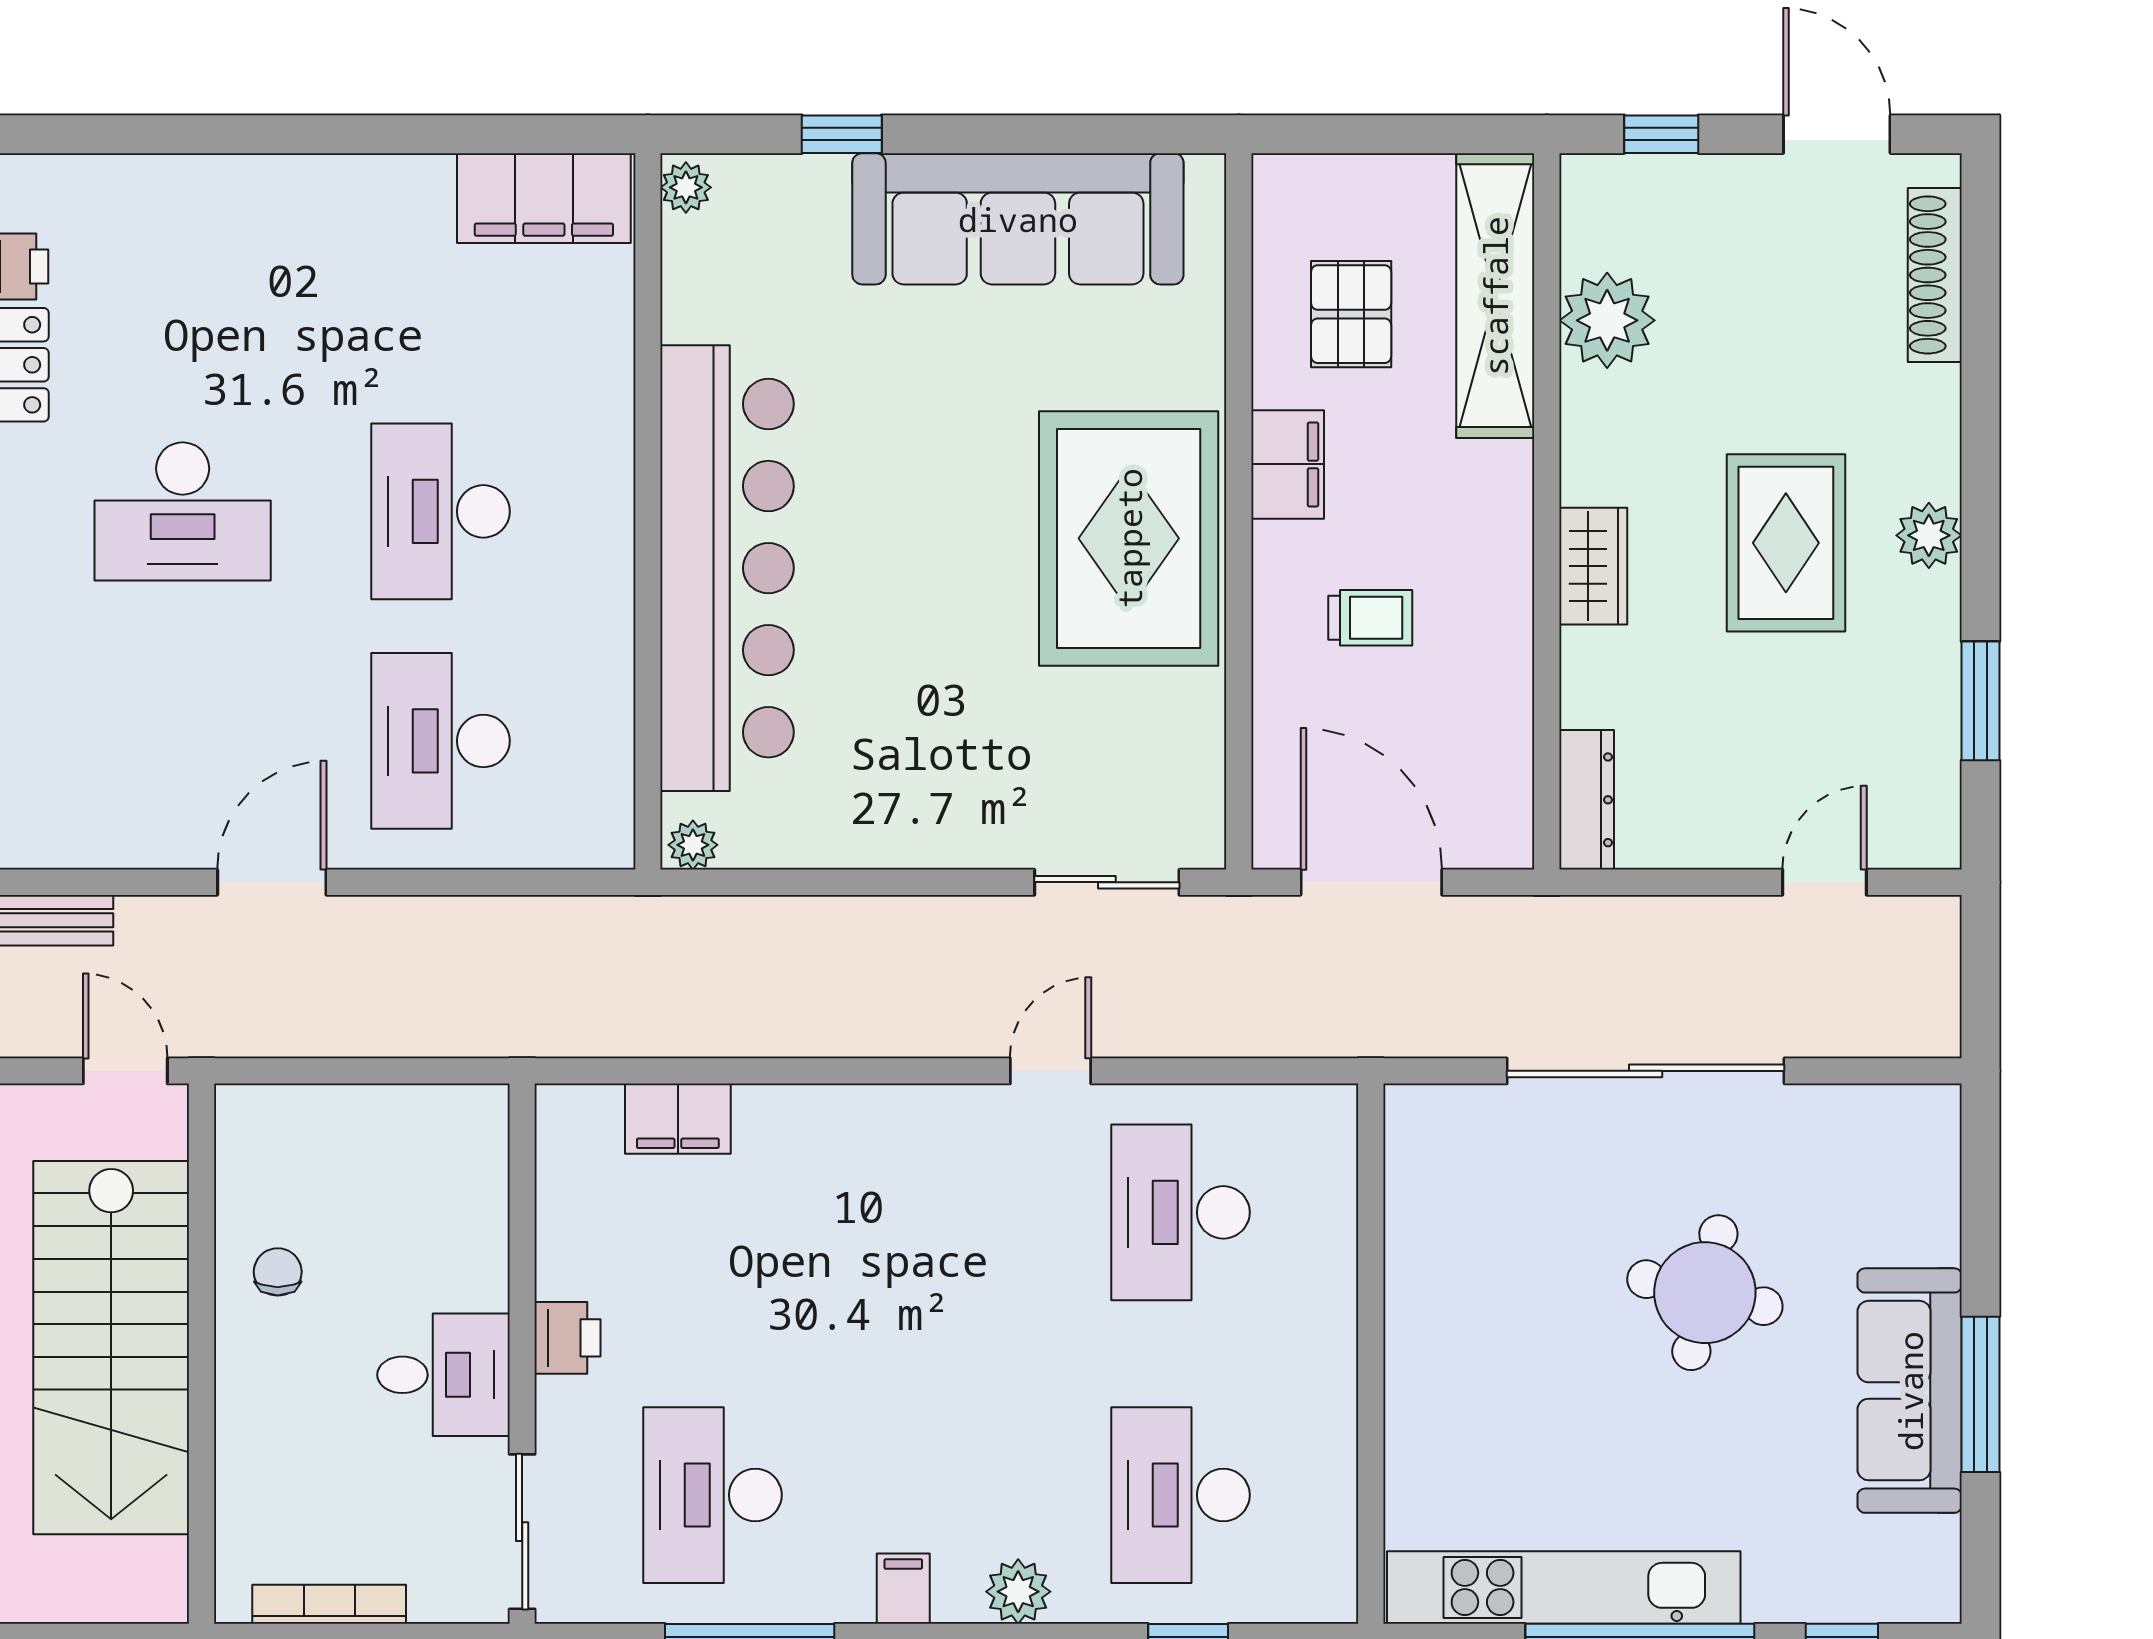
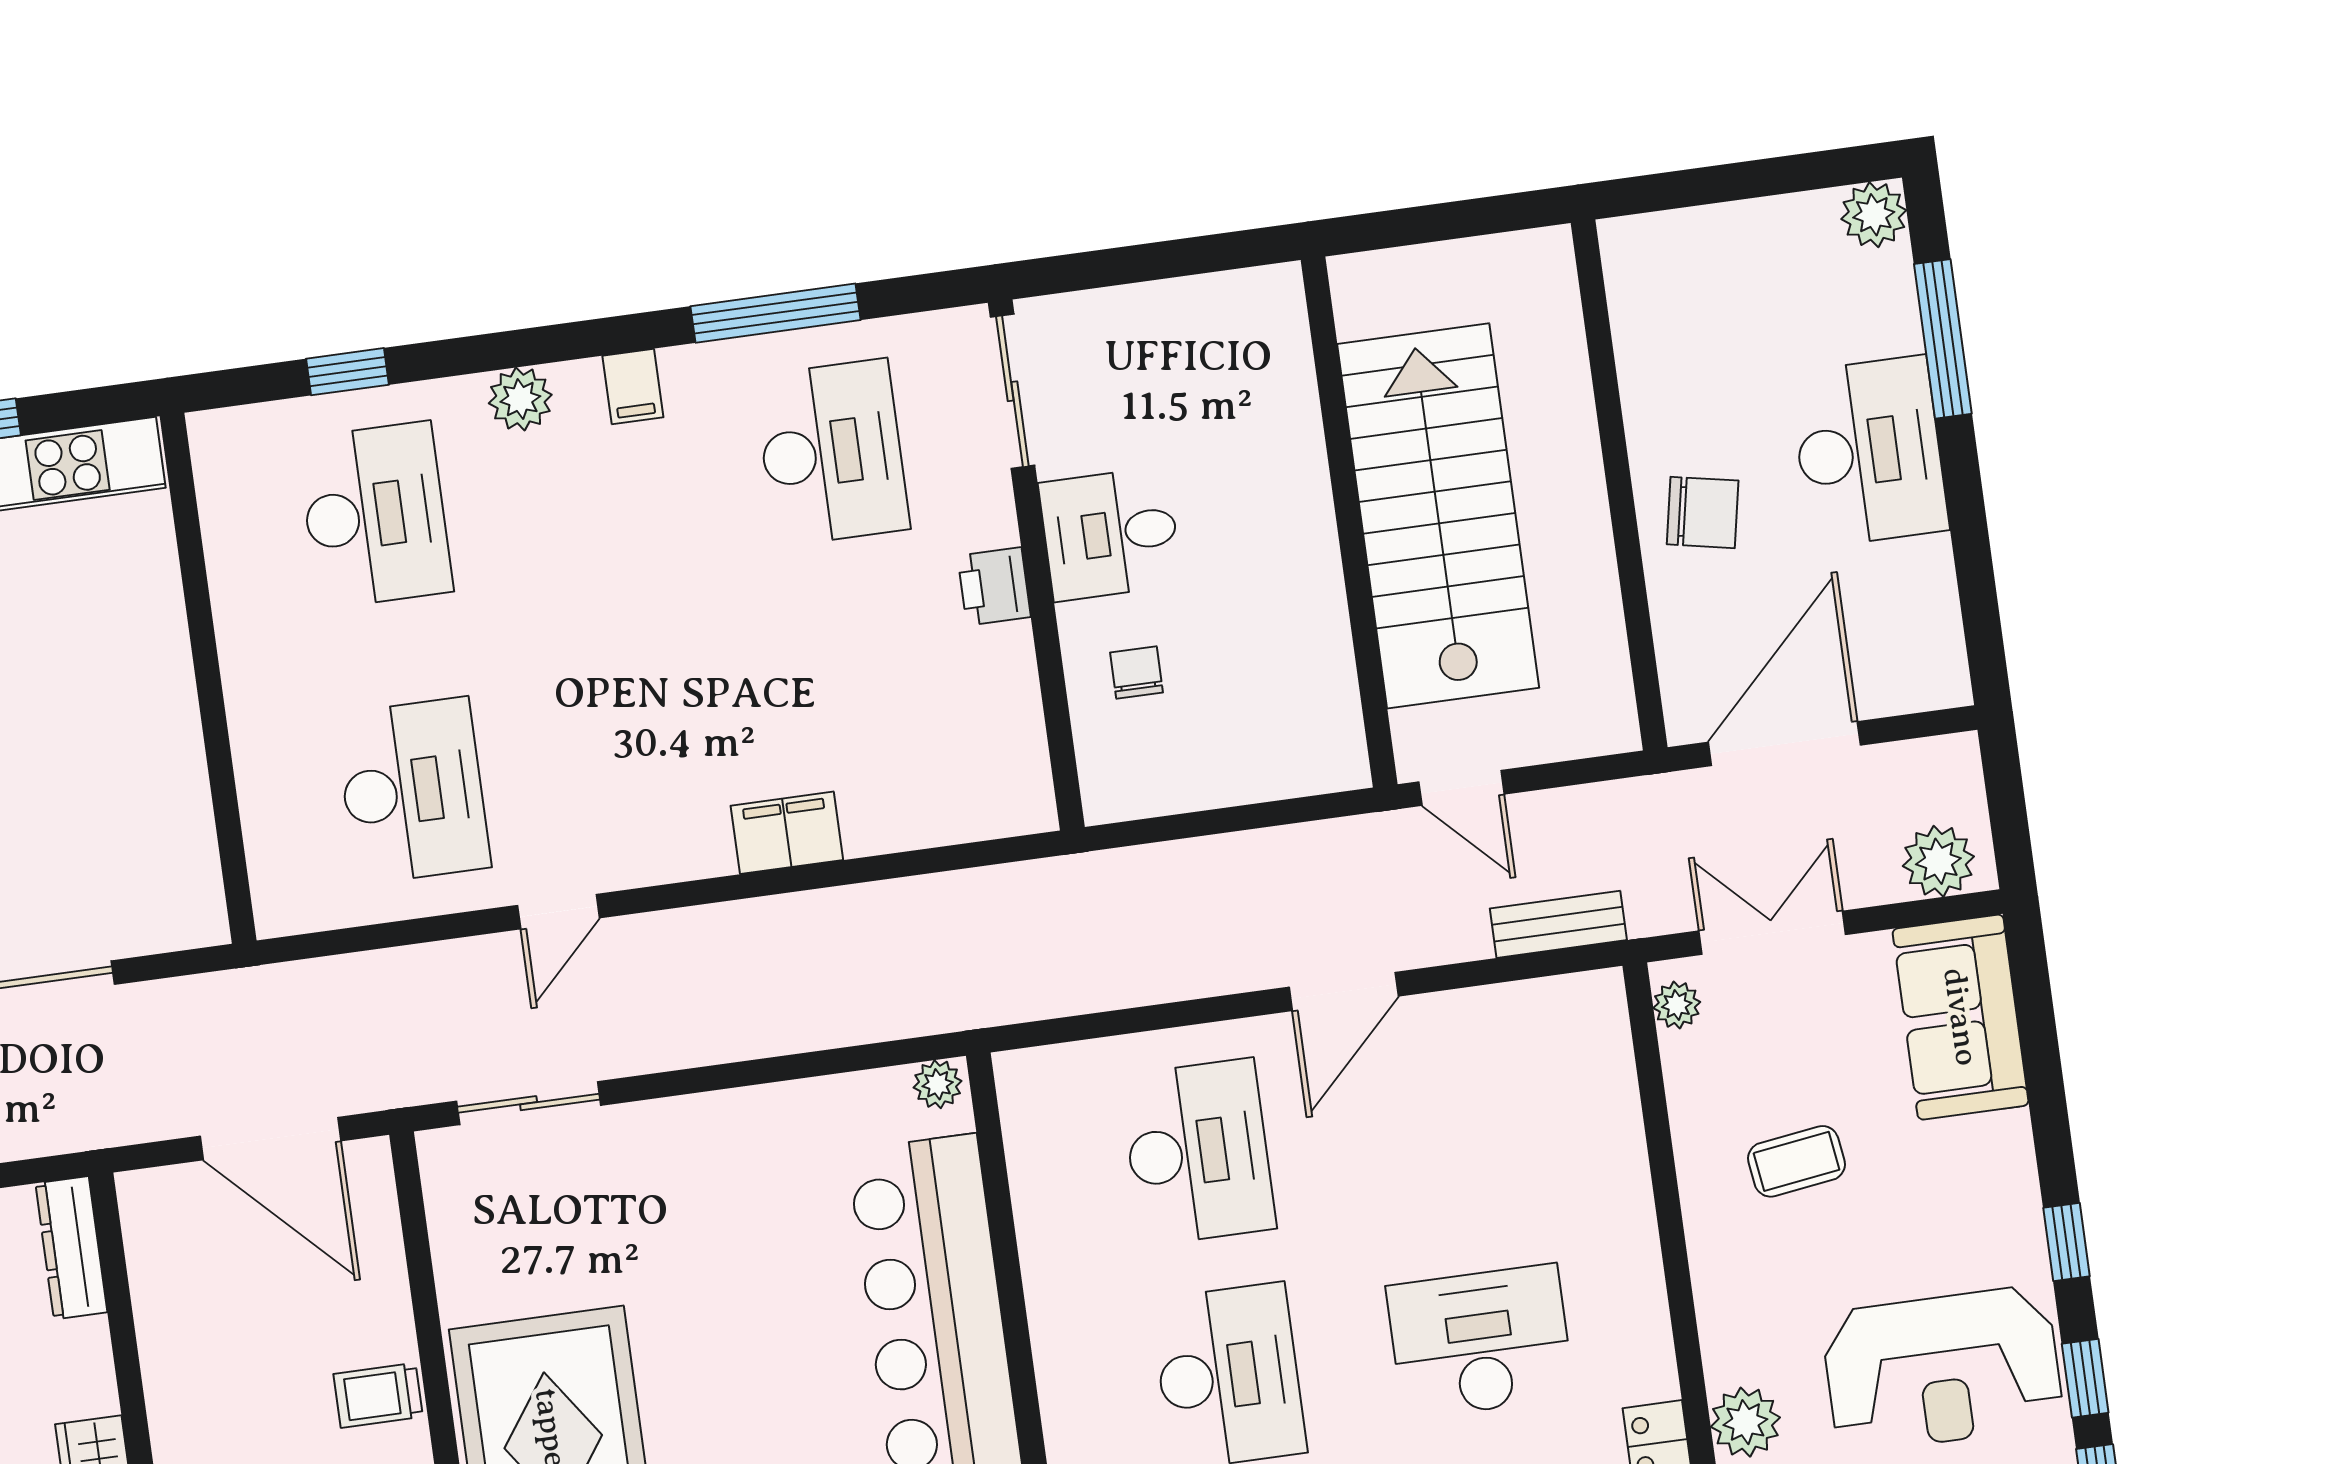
trolley: (1370, 618) -> (378, 1395), moved
filing cabinet: (678, 1119) -> (787, 833), moved
chair: (278, 1272) -> (1136, 672), moved, turned 180
bookcase: (329, 1604) -> (1191, 294), removed

